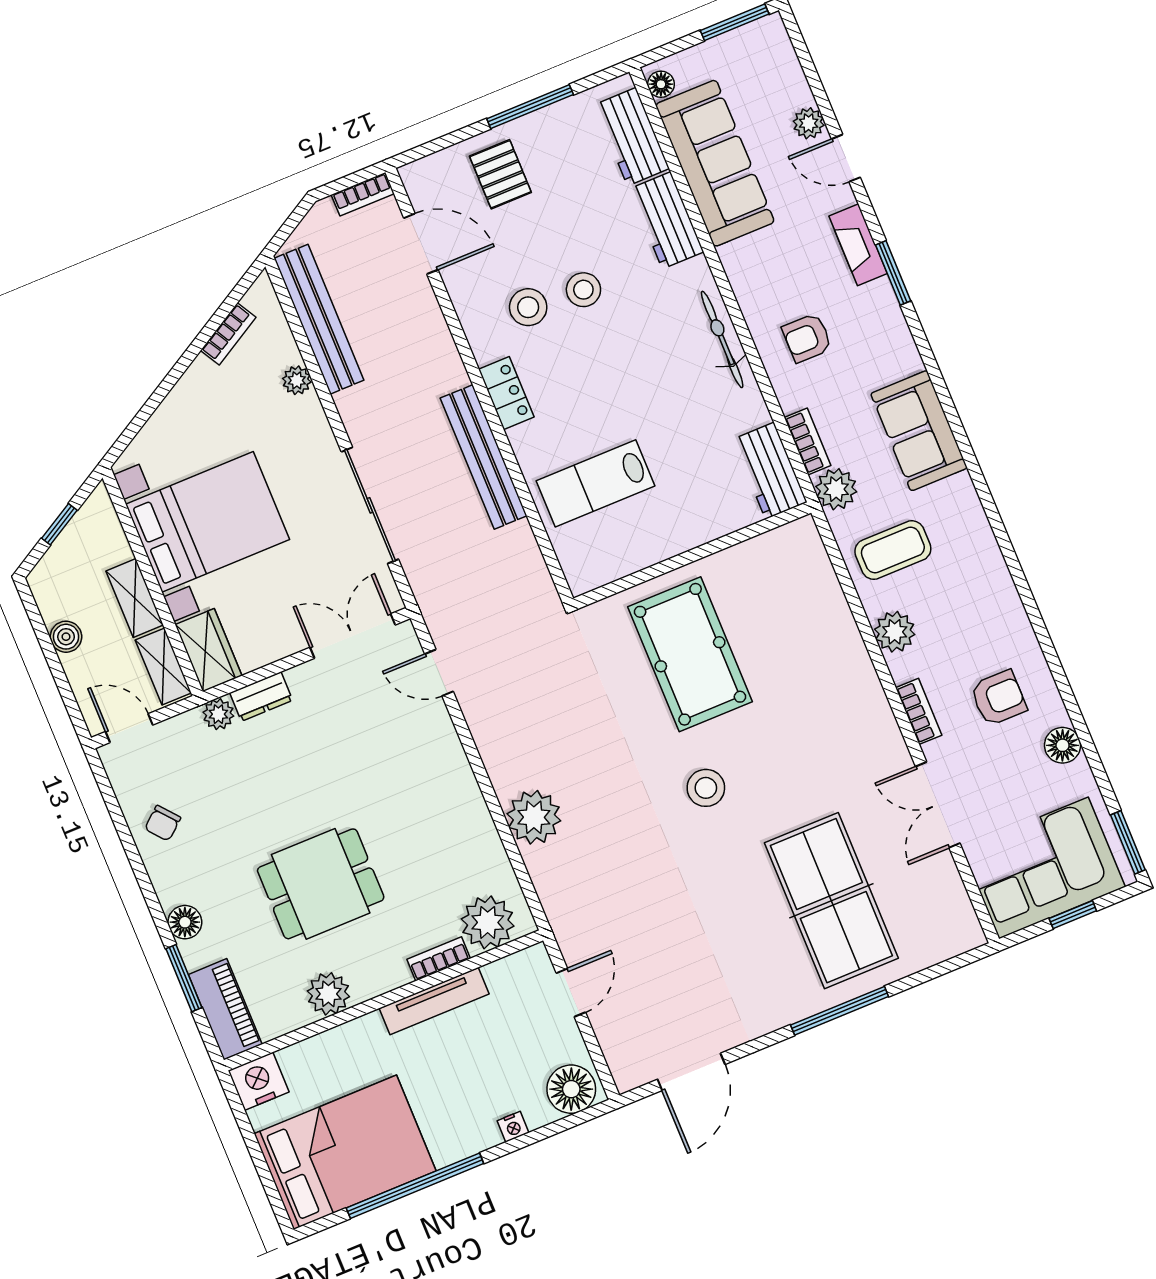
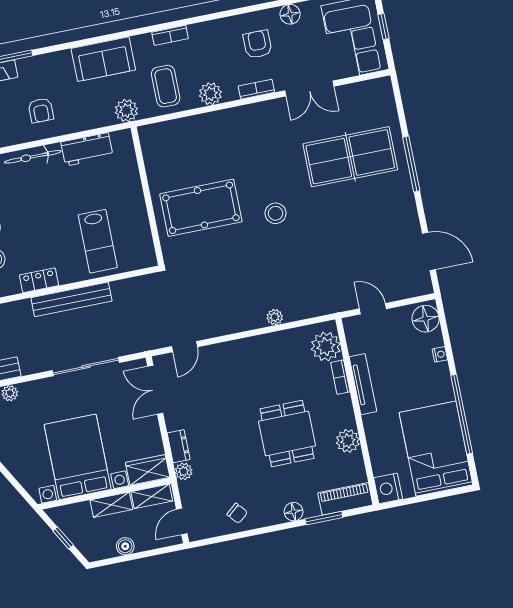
bookcase: (808, 441) -> (170, 35), moved, turned 180
workbench: (770, 471) -> (87, 149), moved
plant: (534, 817) -> (275, 317), width x0.53, depth x0.53

